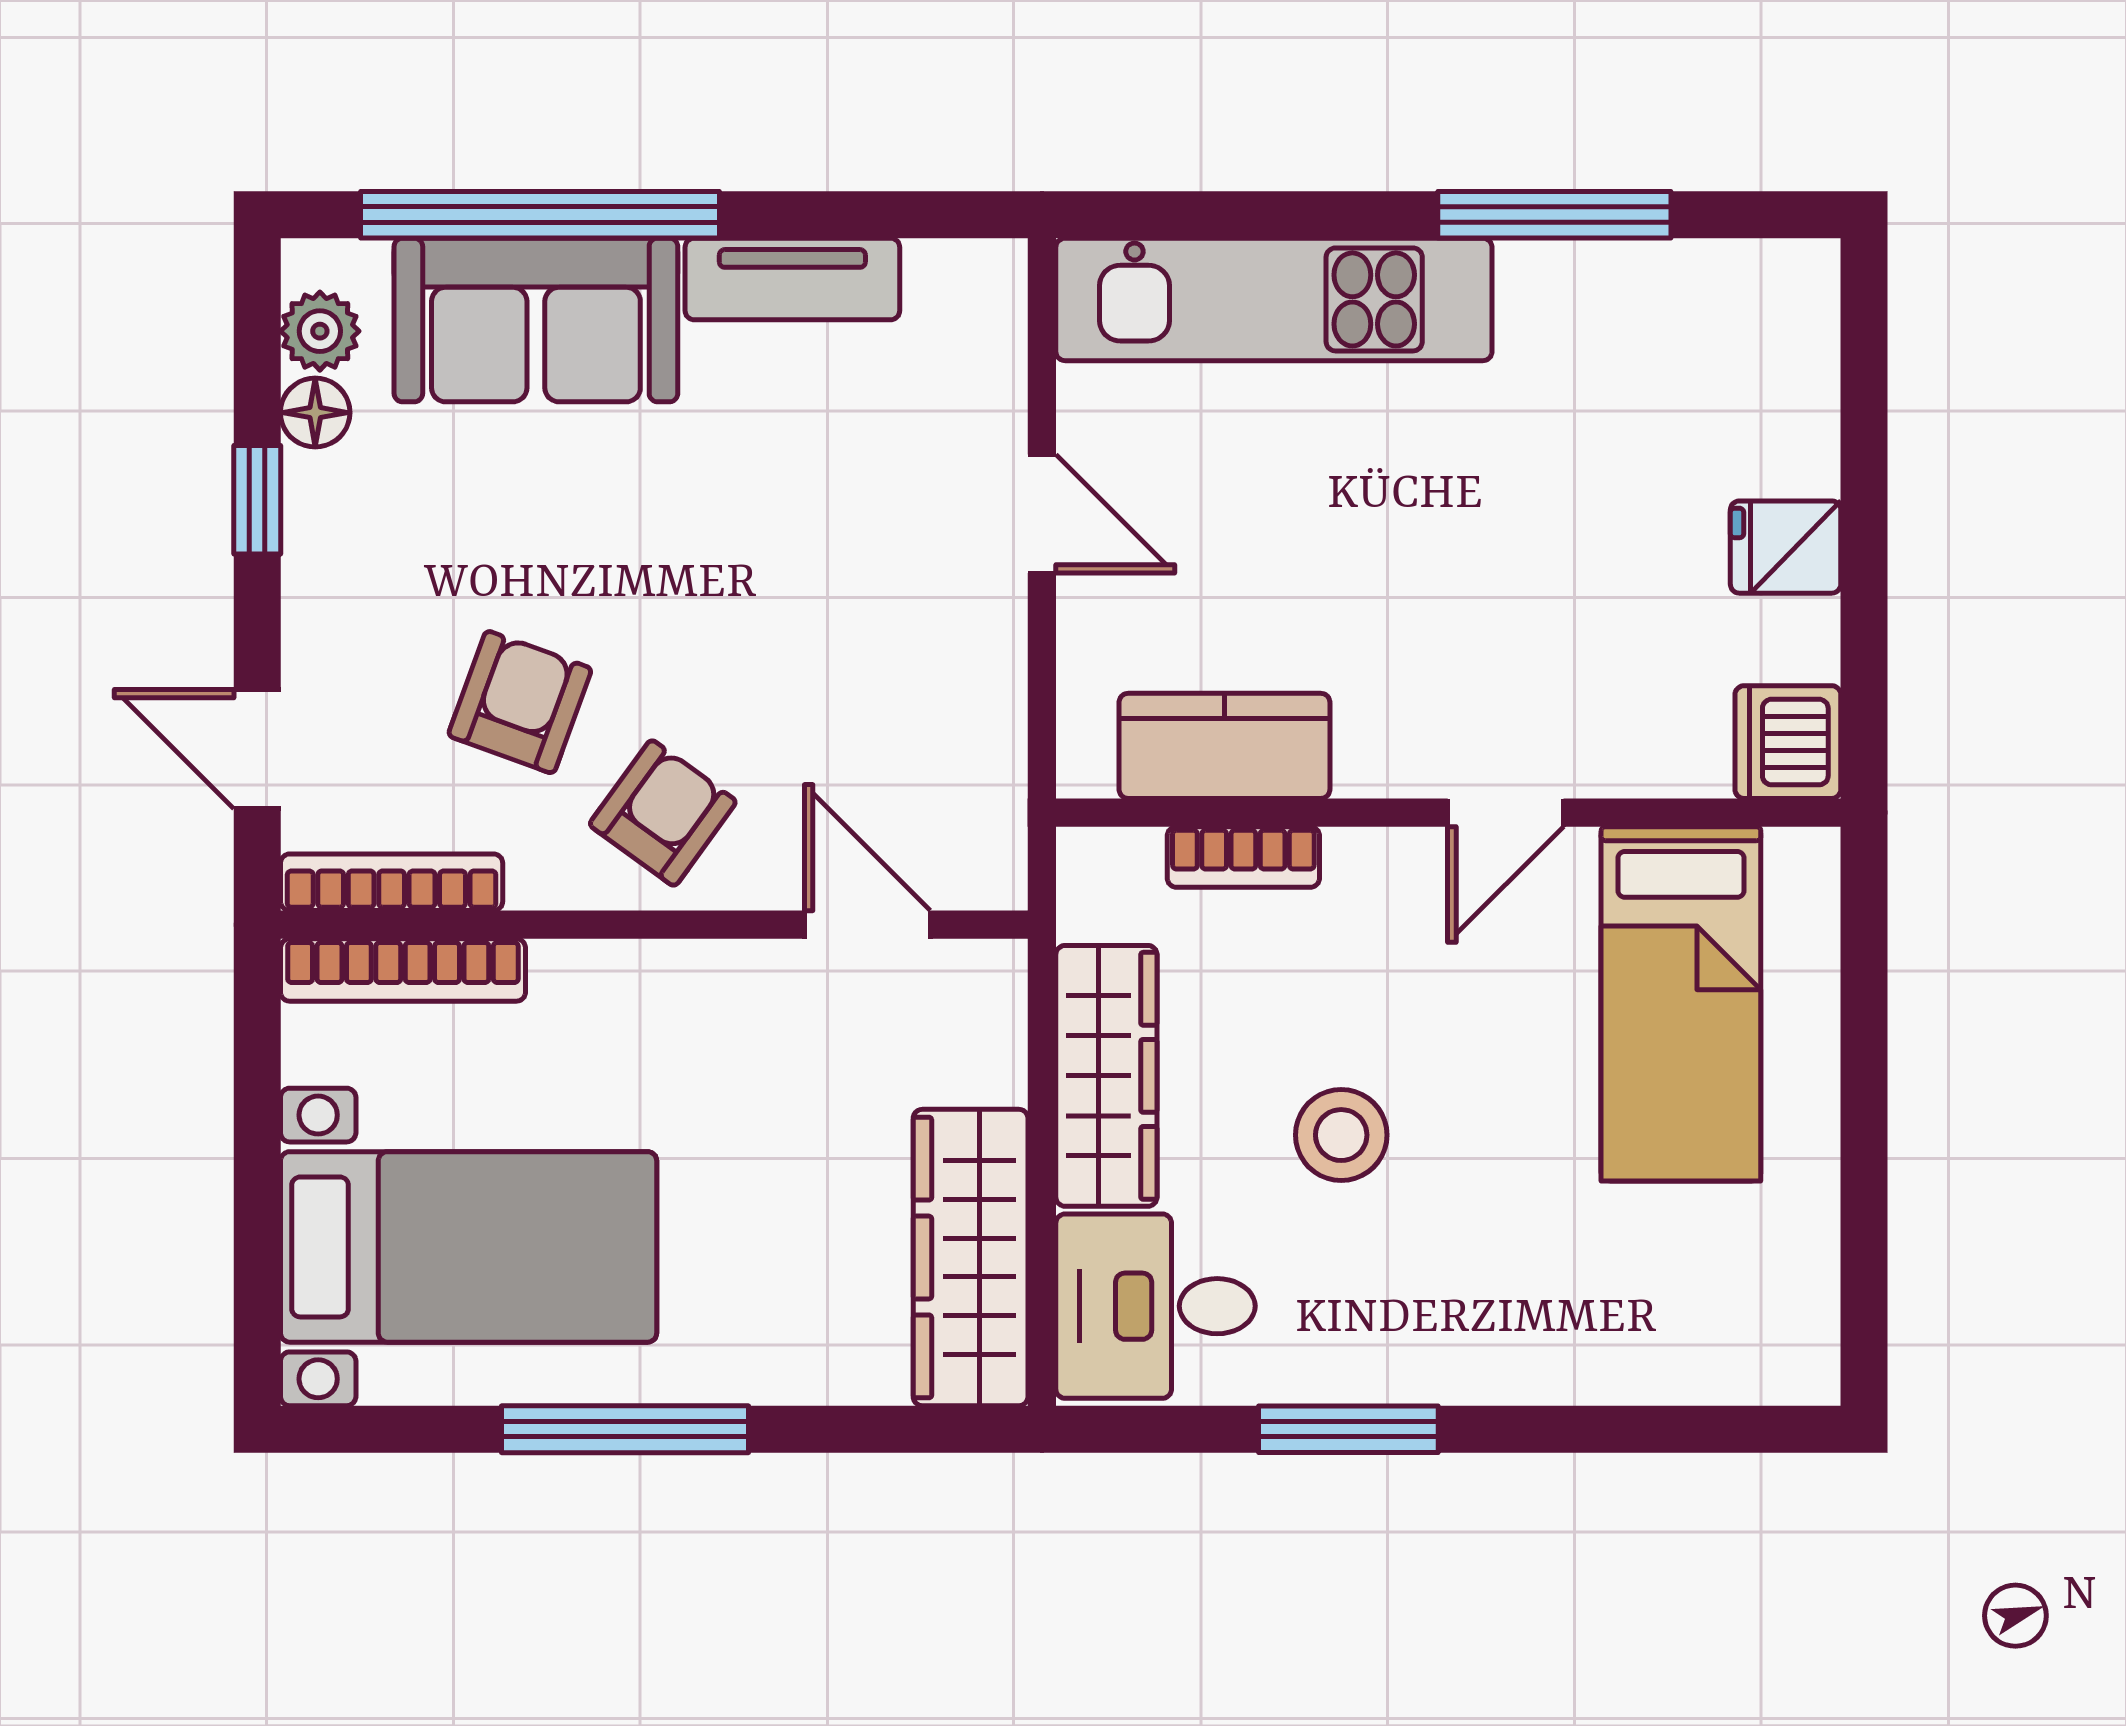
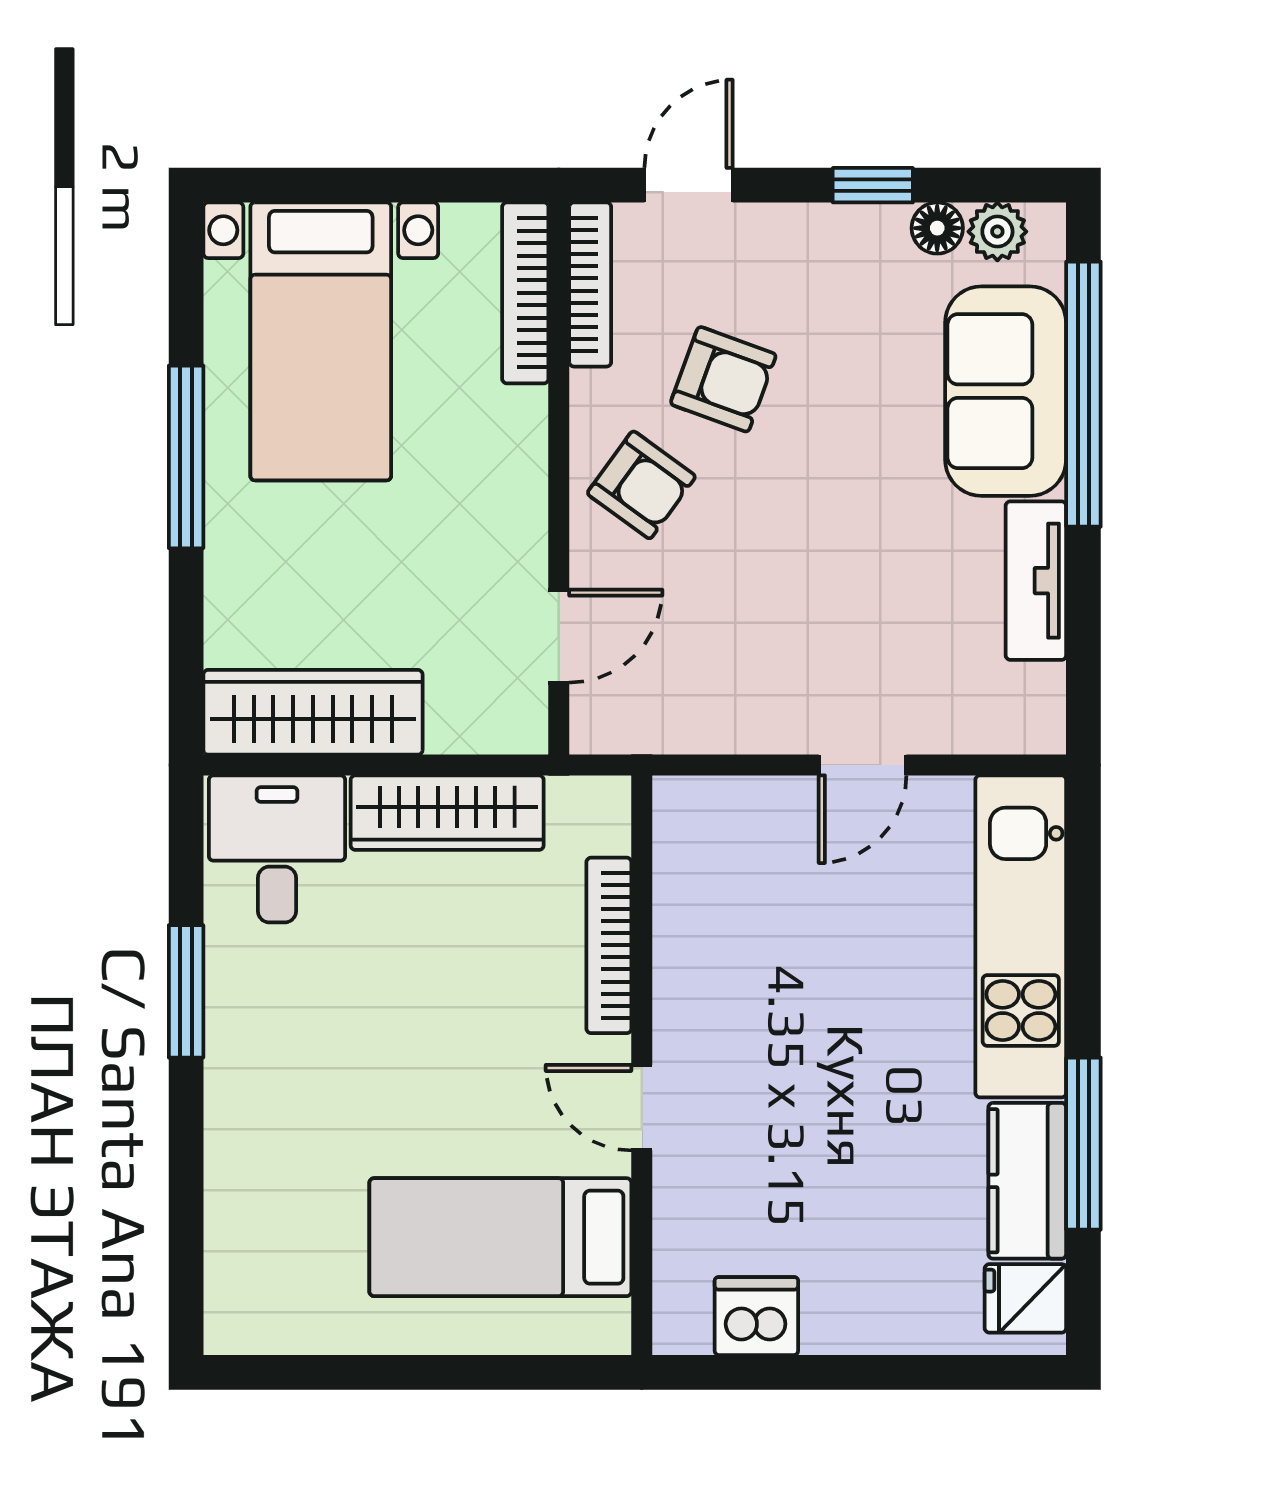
fridge: (1786, 547) -> (1025, 1298), moved, turned -90
dishwasher: (1788, 742) -> (756, 1316), moved
kitchen counter: (1224, 746) -> (1027, 1181), moved, turned 180
bookcase: (1243, 857) -> (609, 945), width x1.56
stool: (1341, 1135) -> (403, 986), removed

